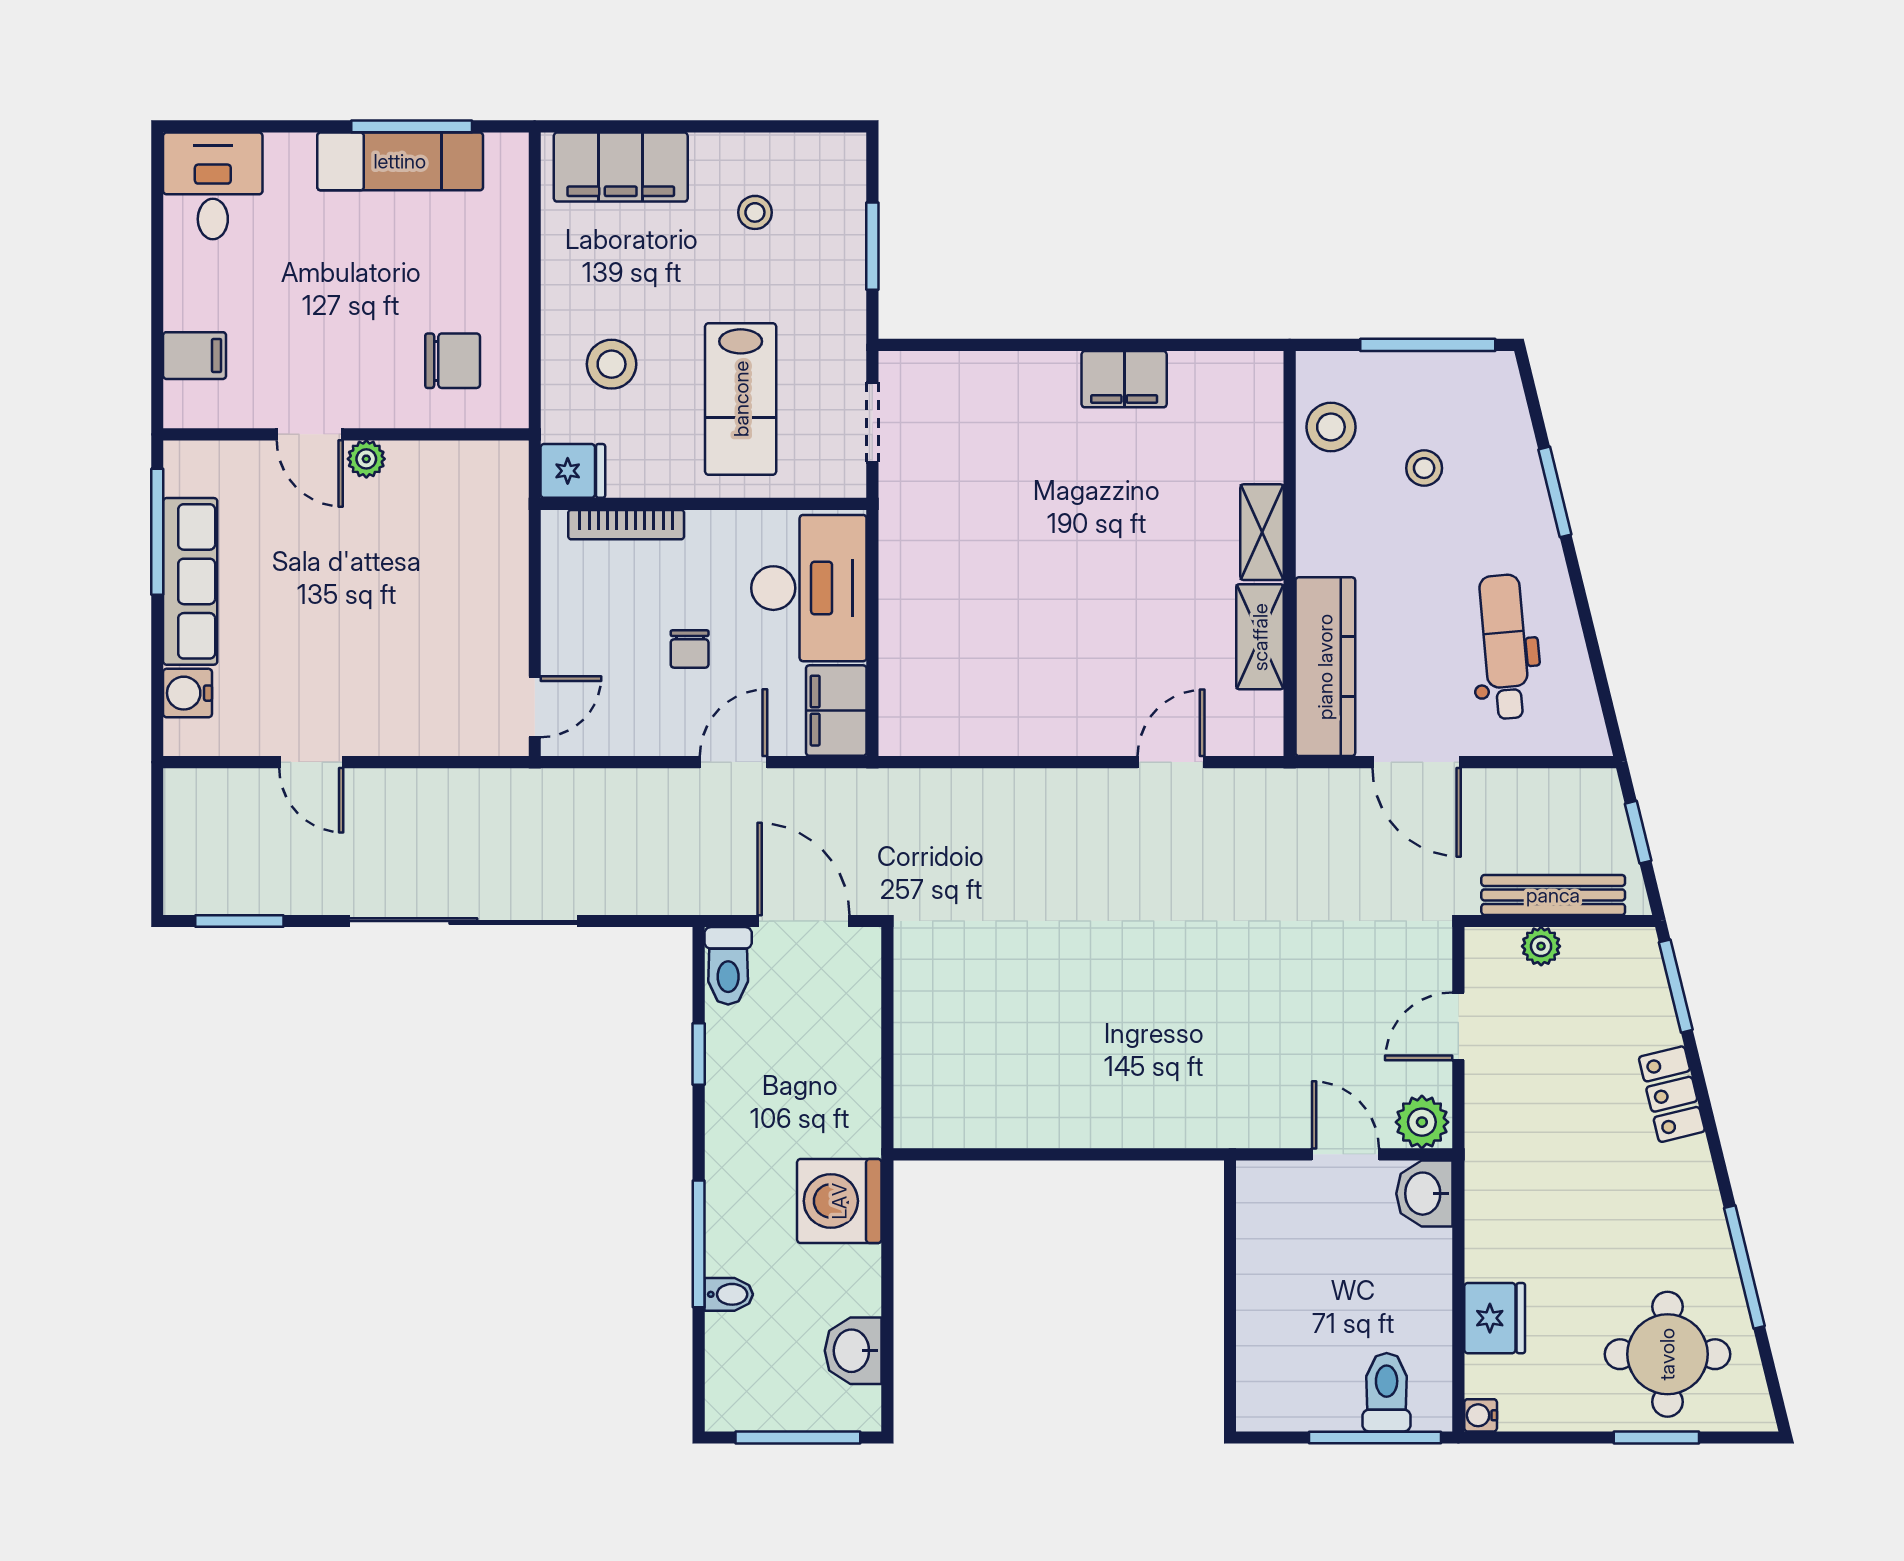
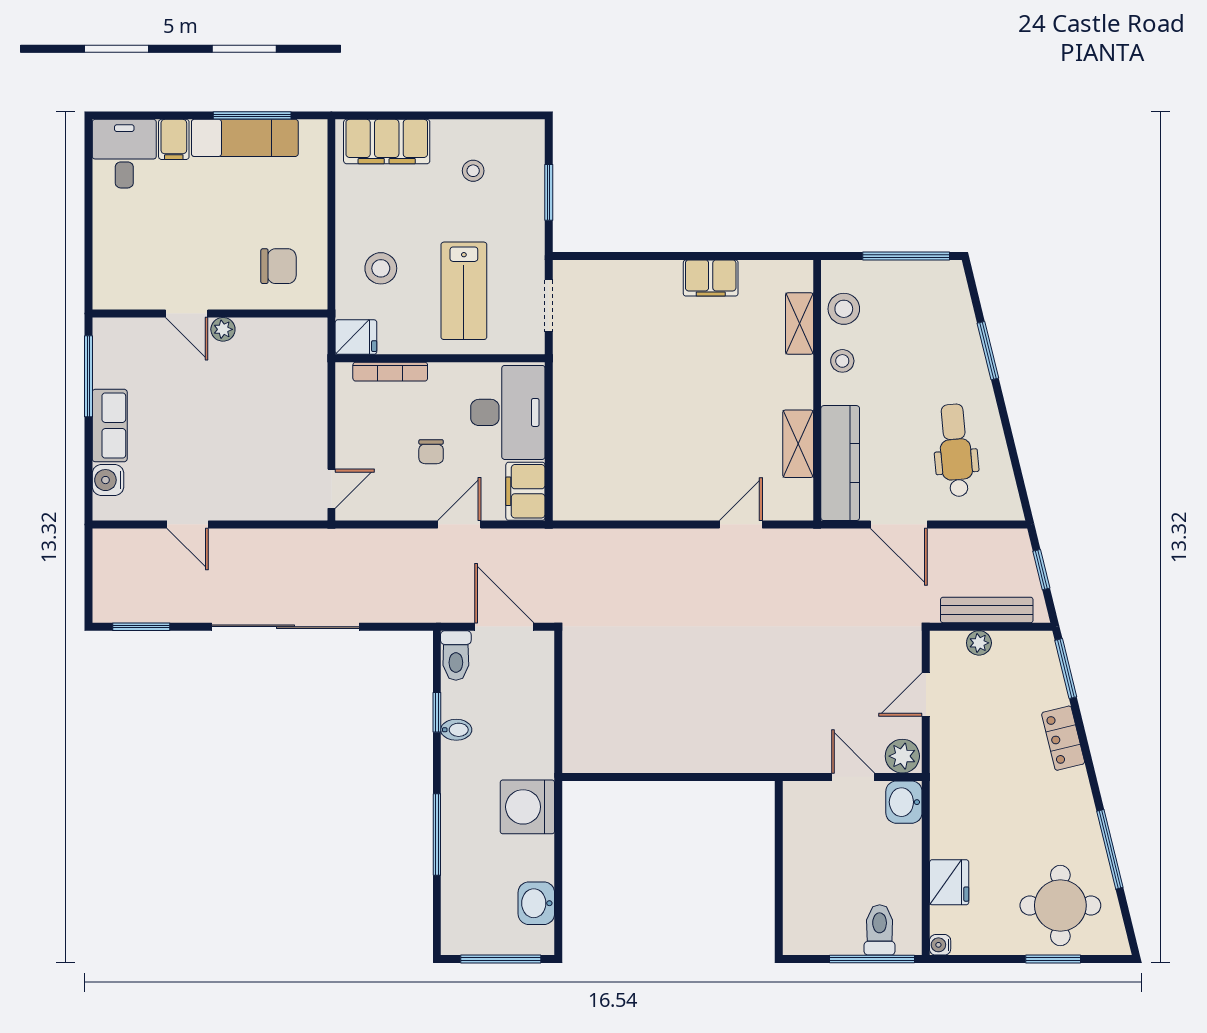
filing cabinet: (195, 356) -> (174, 139), moved, turned 90
stool: (1424, 468) -> (842, 361), moved
shelving: (1262, 532) -> (799, 324), moved
row of seats: (190, 581) -> (110, 426), width x0.68
bidet: (729, 1294) -> (456, 730), moved

